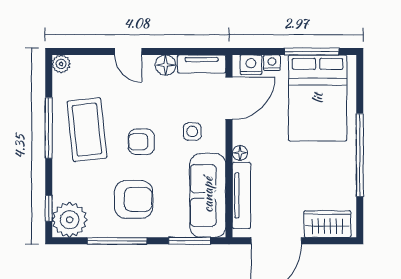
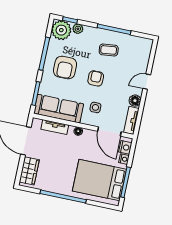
plant: (61, 64) -> (78, 29), moved
coffee table: (87, 130) -> (109, 50), width x0.54, depth x0.58
tv unit: (241, 195) -> (55, 127), width x0.71

